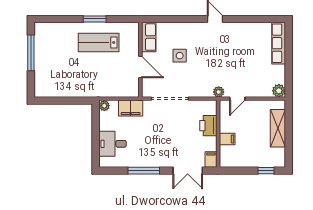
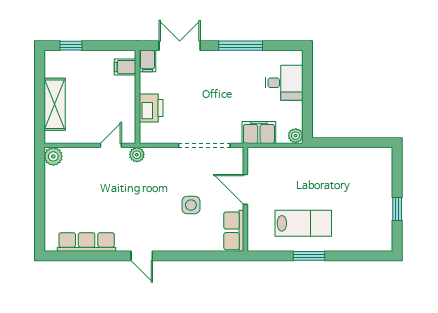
row of seats: (279, 43) -> (87, 242), moved, turned -90
window: (31, 53) -> (397, 209), width x0.46
filing cabinet: (227, 139) -> (125, 67), moved

